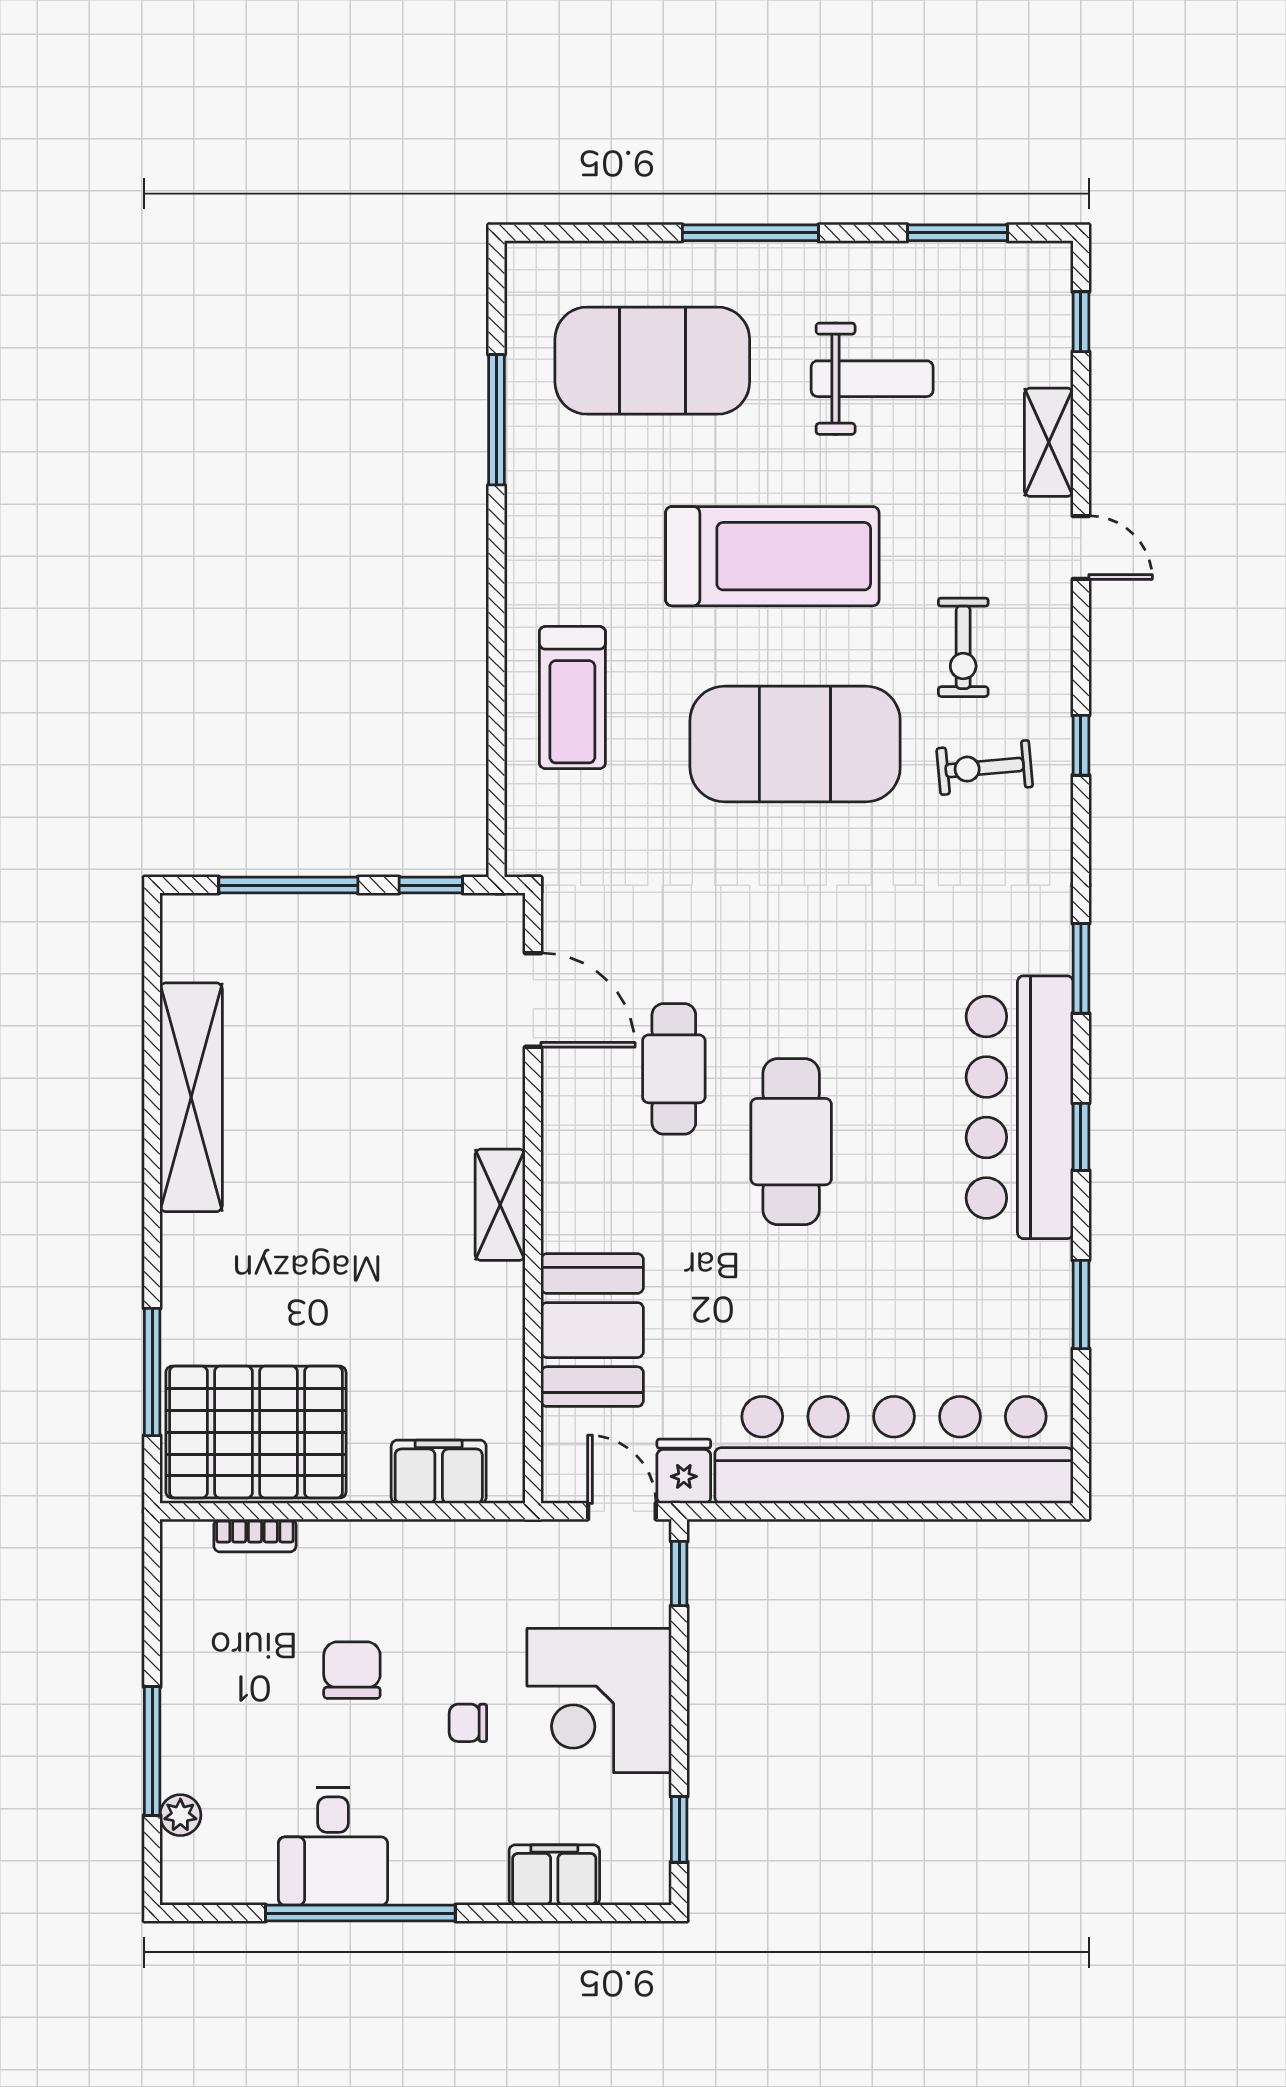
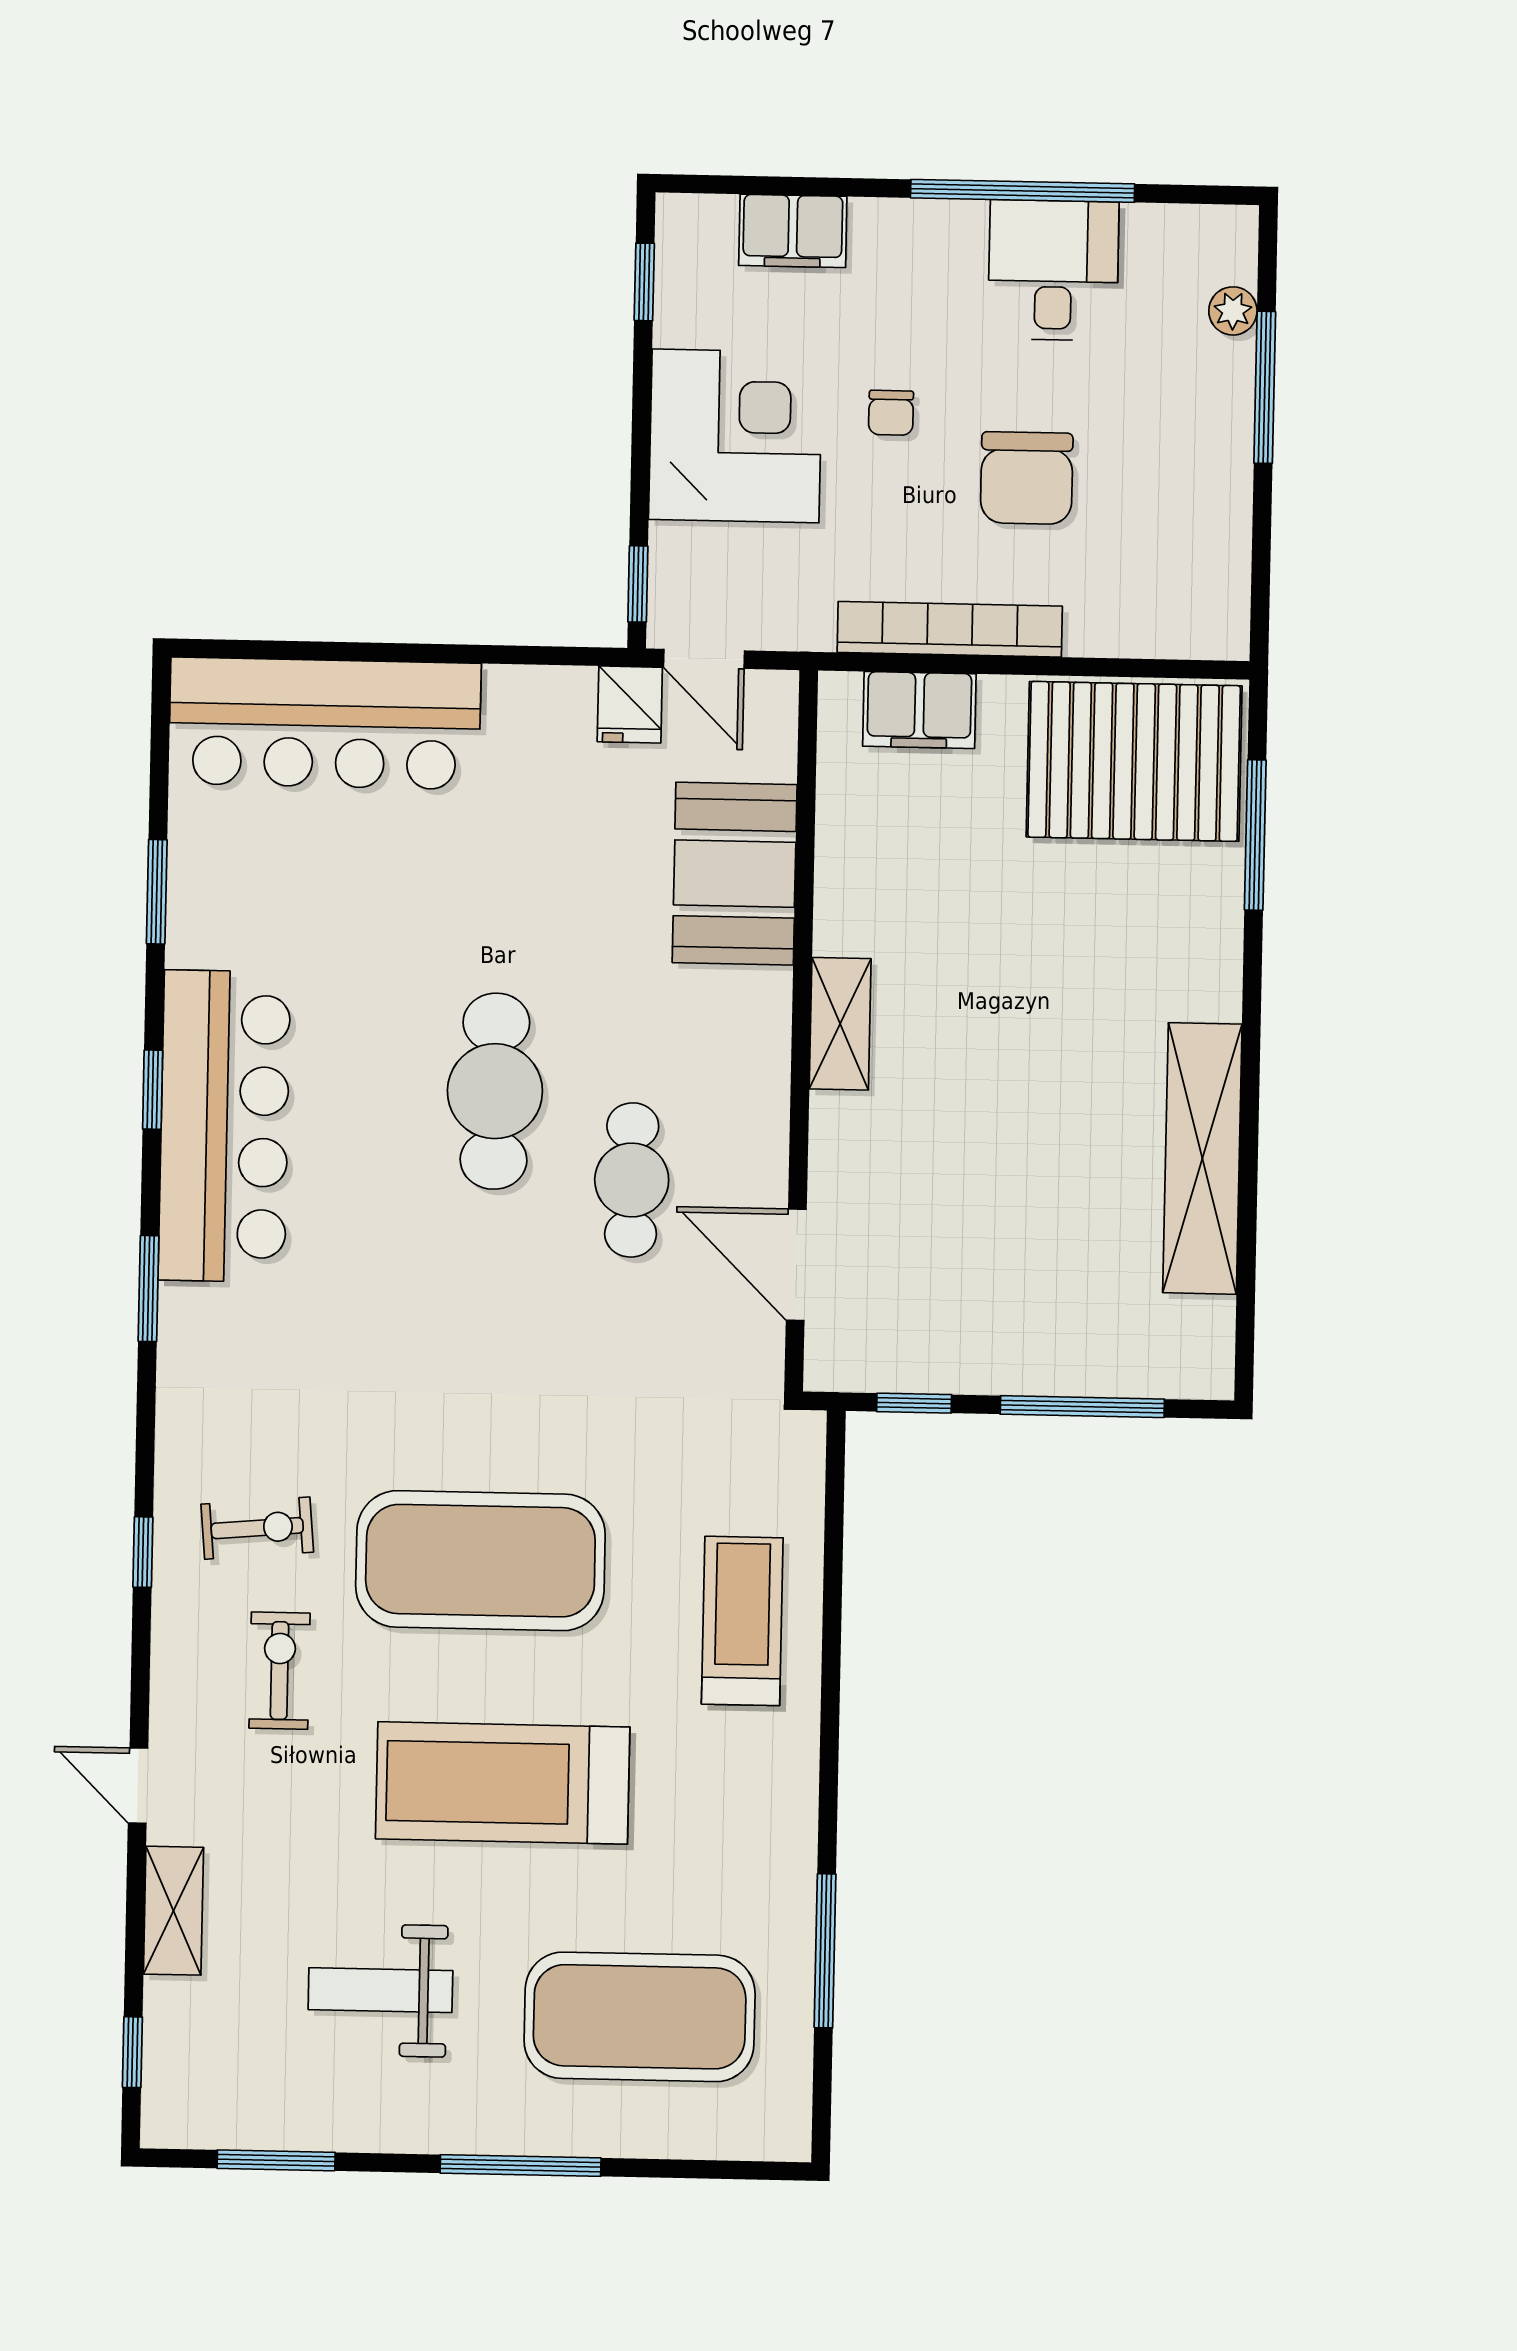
bar counter: (894, 1450) -> (325, 723), width x0.73
bookcase: (255, 1535) -> (950, 629), moved, width x2.31, depth x1.31
chair: (352, 1670) -> (1027, 478), width x1.37, depth x1.37
chair: (468, 1723) -> (891, 413), turned 90

